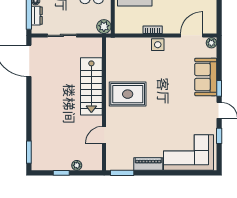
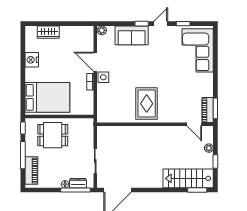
plant: (104, 27) -> (87, 124), removed
door: (192, 35) -> (95, 62), moved
stairs: (91, 86) -> (188, 178), moved, turned 180
door: (104, 135) -> (194, 124), moved
piano: (148, 164) -> (208, 110), moved

